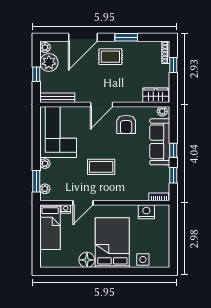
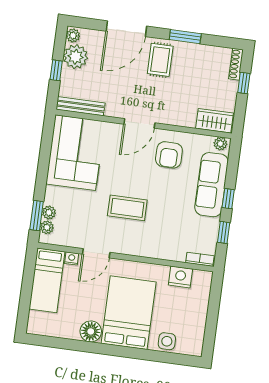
rug: (110, 57) -> (160, 60), turned 90
plant: (45, 164) -> (49, 212), moved

